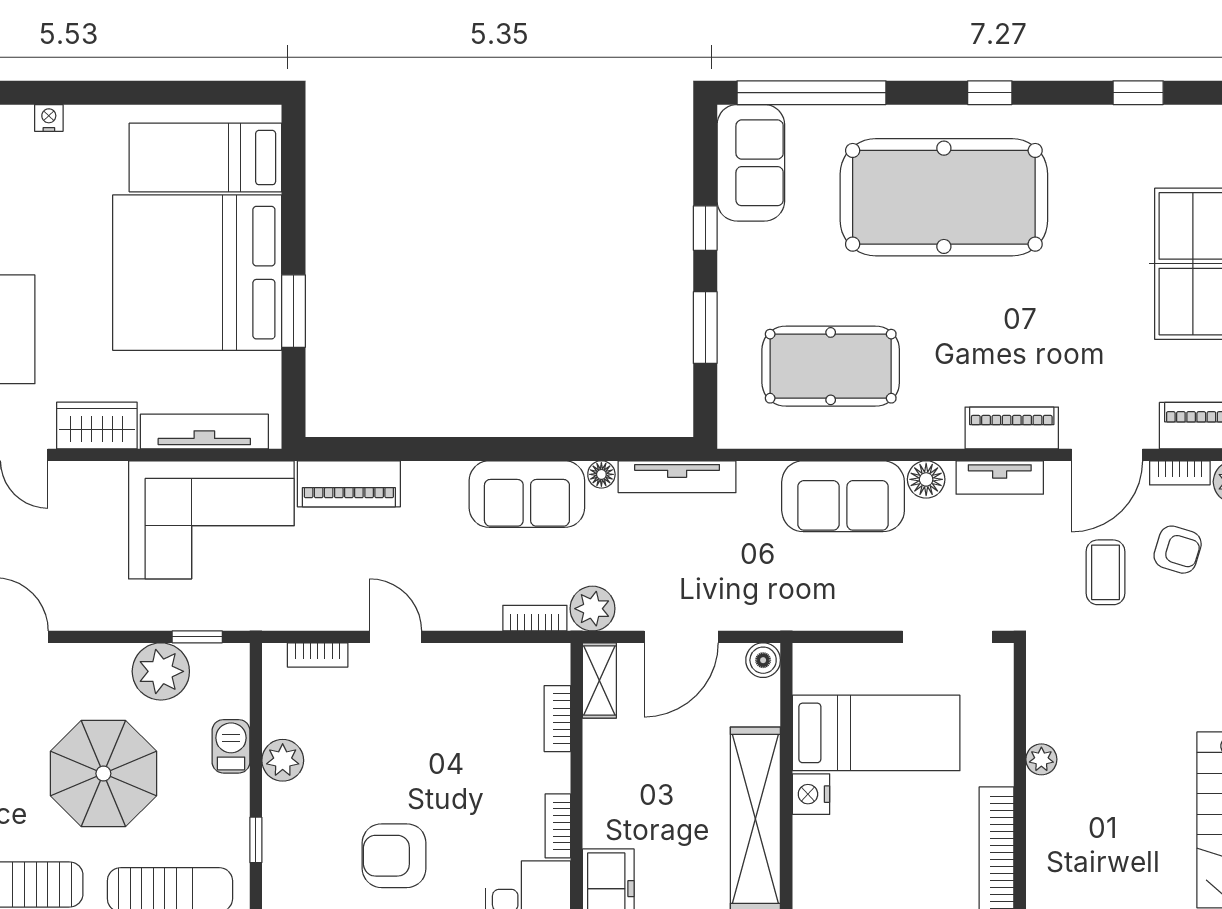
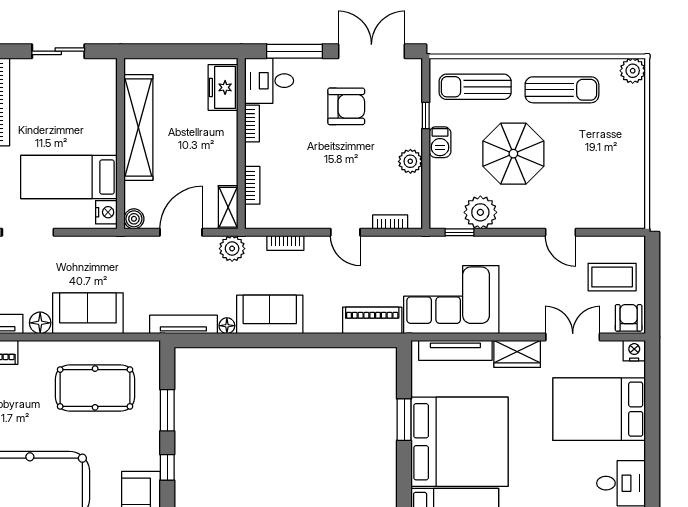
bookcase: (535, 618) -> (285, 243), moved
barbecue: (231, 746) -> (440, 142), moved
nightstand: (811, 794) -> (106, 212), moved

